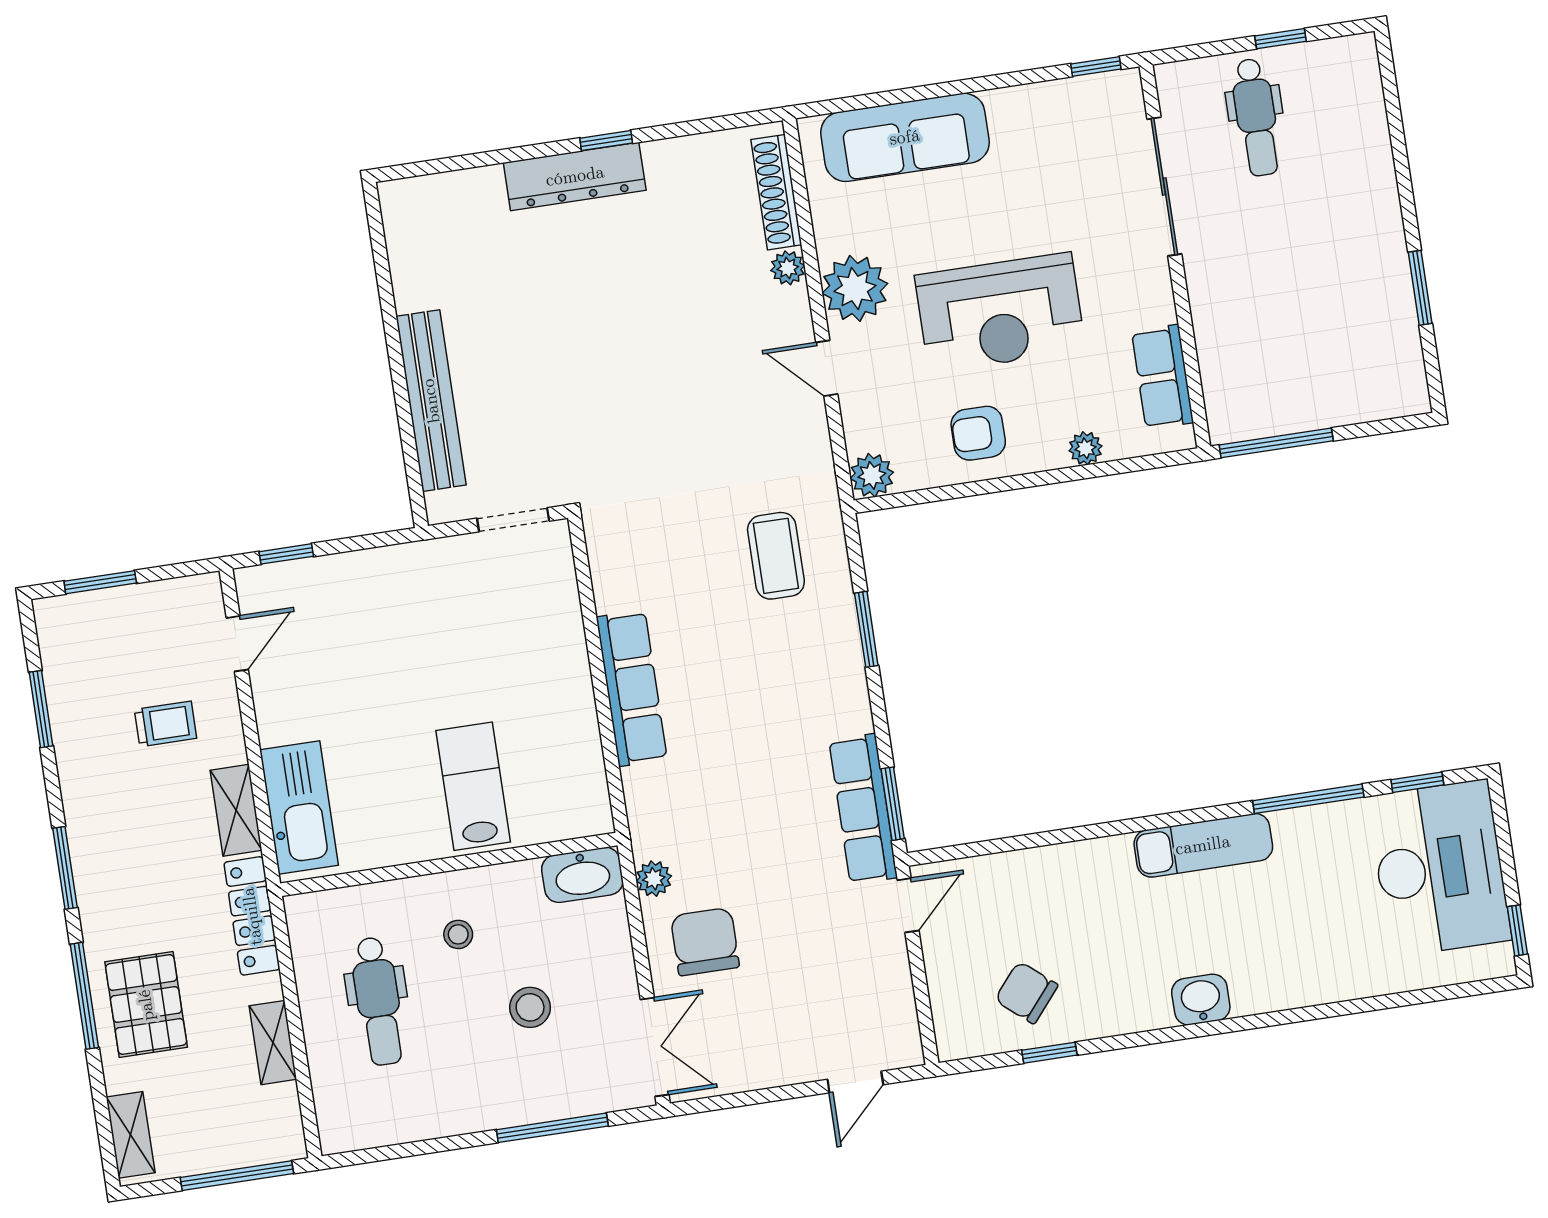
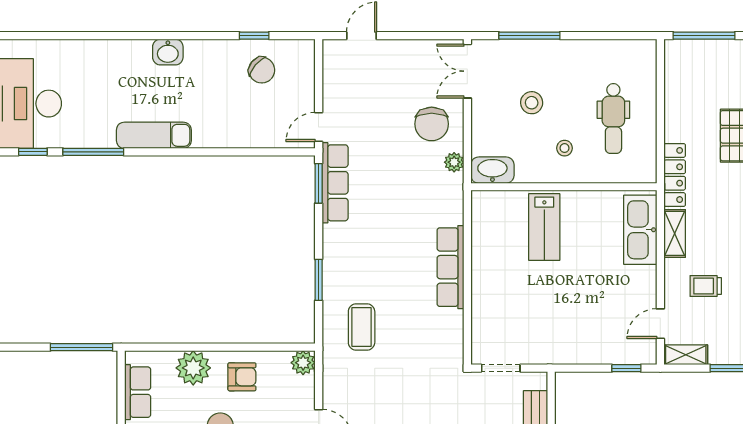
plant: (1085, 448) -> (193, 368), width x1.88, depth x1.88
dental chair: (378, 1001) -> (613, 118), turned 180
shelving: (273, 1043) -> (686, 355), moved, turned 90

